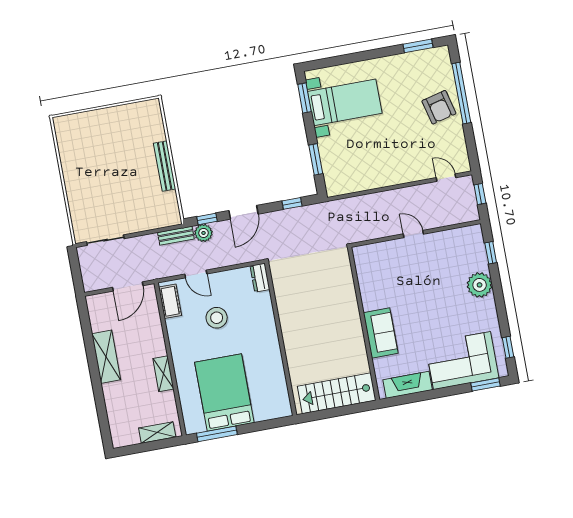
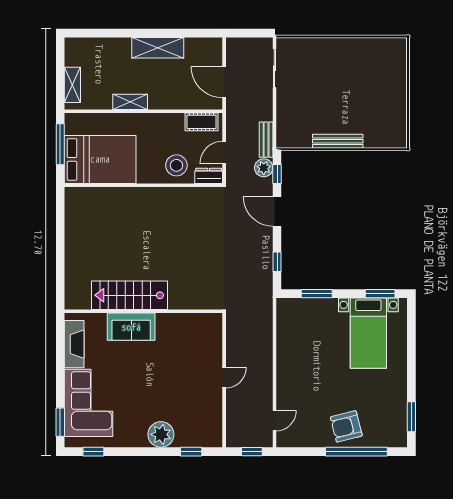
dresser: (260, 278) -> (209, 176), moved
wall: (281, 339) -> (143, 185), moved
stairs: (337, 393) -> (130, 295), moved, turned -90

